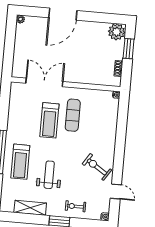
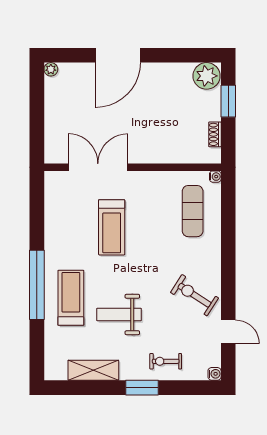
exercise mat: (73, 115) -> (193, 211), moved
treadmill: (20, 162) -> (71, 298), turned 180
weight bench: (49, 175) -> (119, 314), turned -90

